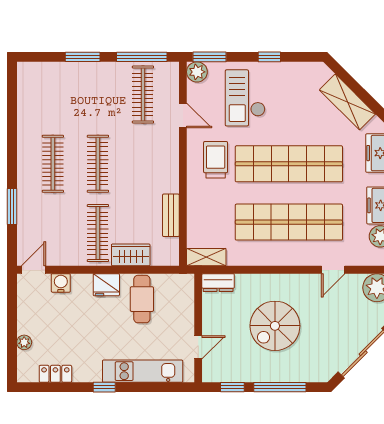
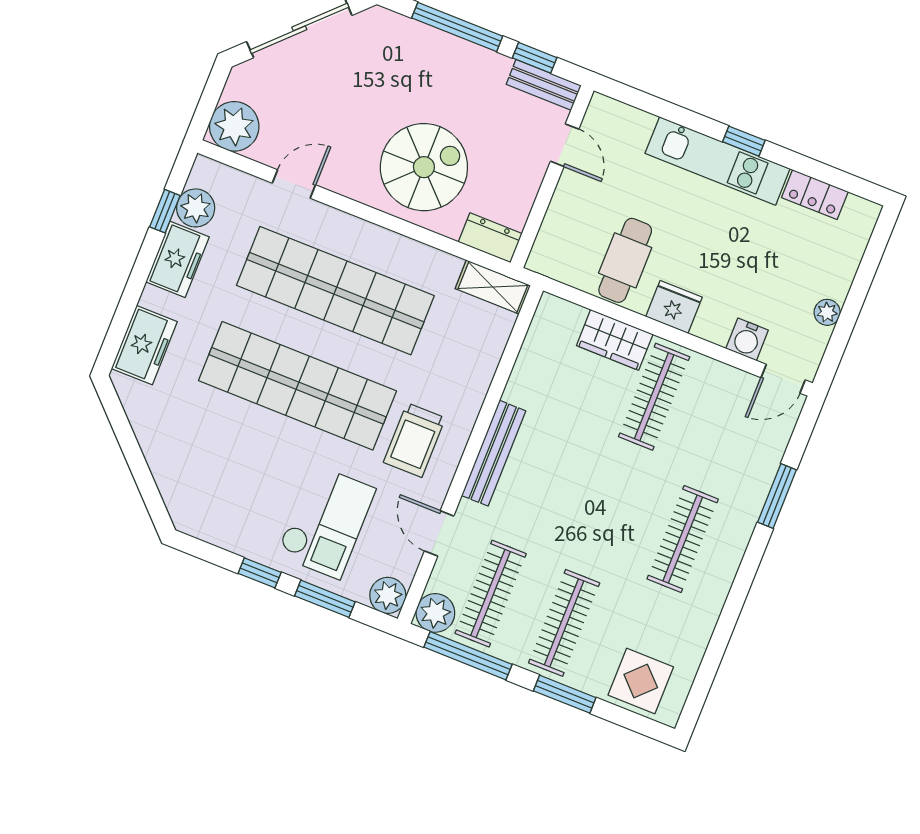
window: (209, 57) -> (325, 599), moved
plant: (168, 73) -> (435, 613), added
display table: (45, 80) -> (641, 681), added
shelving: (347, 102) -> (162, 449), removed
clothes rail: (98, 164) -> (564, 623), moved
bench: (171, 215) -> (494, 453), moved, width x1.36
spiral stairs: (275, 326) -> (424, 167), moved
plant: (24, 342) -> (827, 312), moved
door: (198, 347) -> (565, 145), swing flipped
kitchen unit: (143, 371) -> (718, 161), moved
bench: (222, 375) -> (544, 85), added

